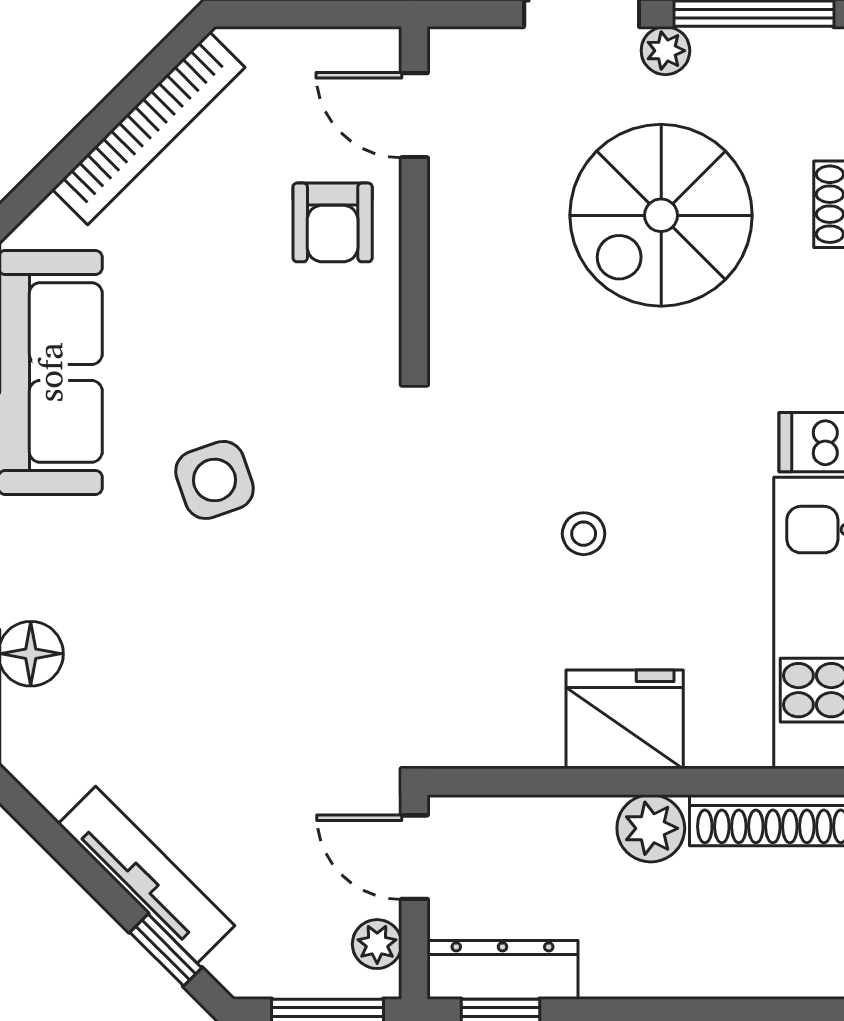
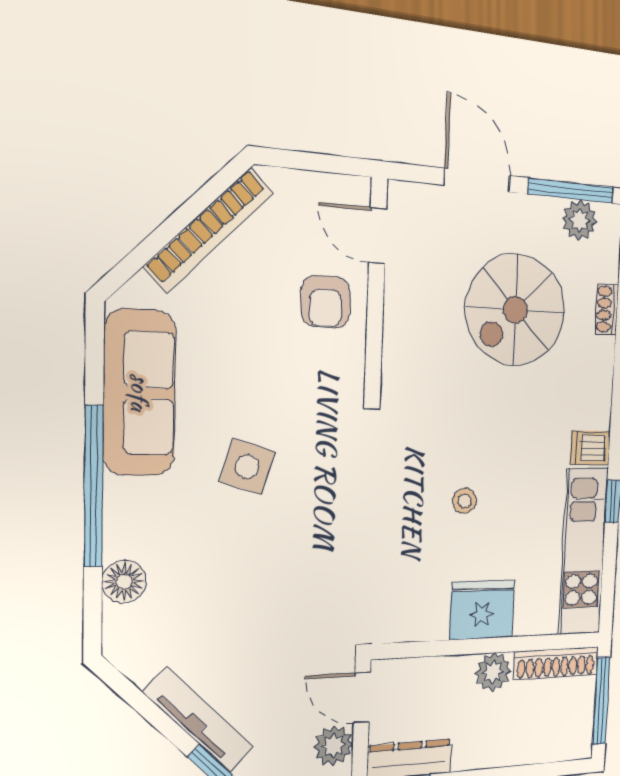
plant: (665, 51) -> (580, 220), moved, width x1.38, depth x1.38
side table: (214, 480) -> (247, 467), turned 36
plant: (377, 944) -> (333, 746), width x1.38, depth x1.38

